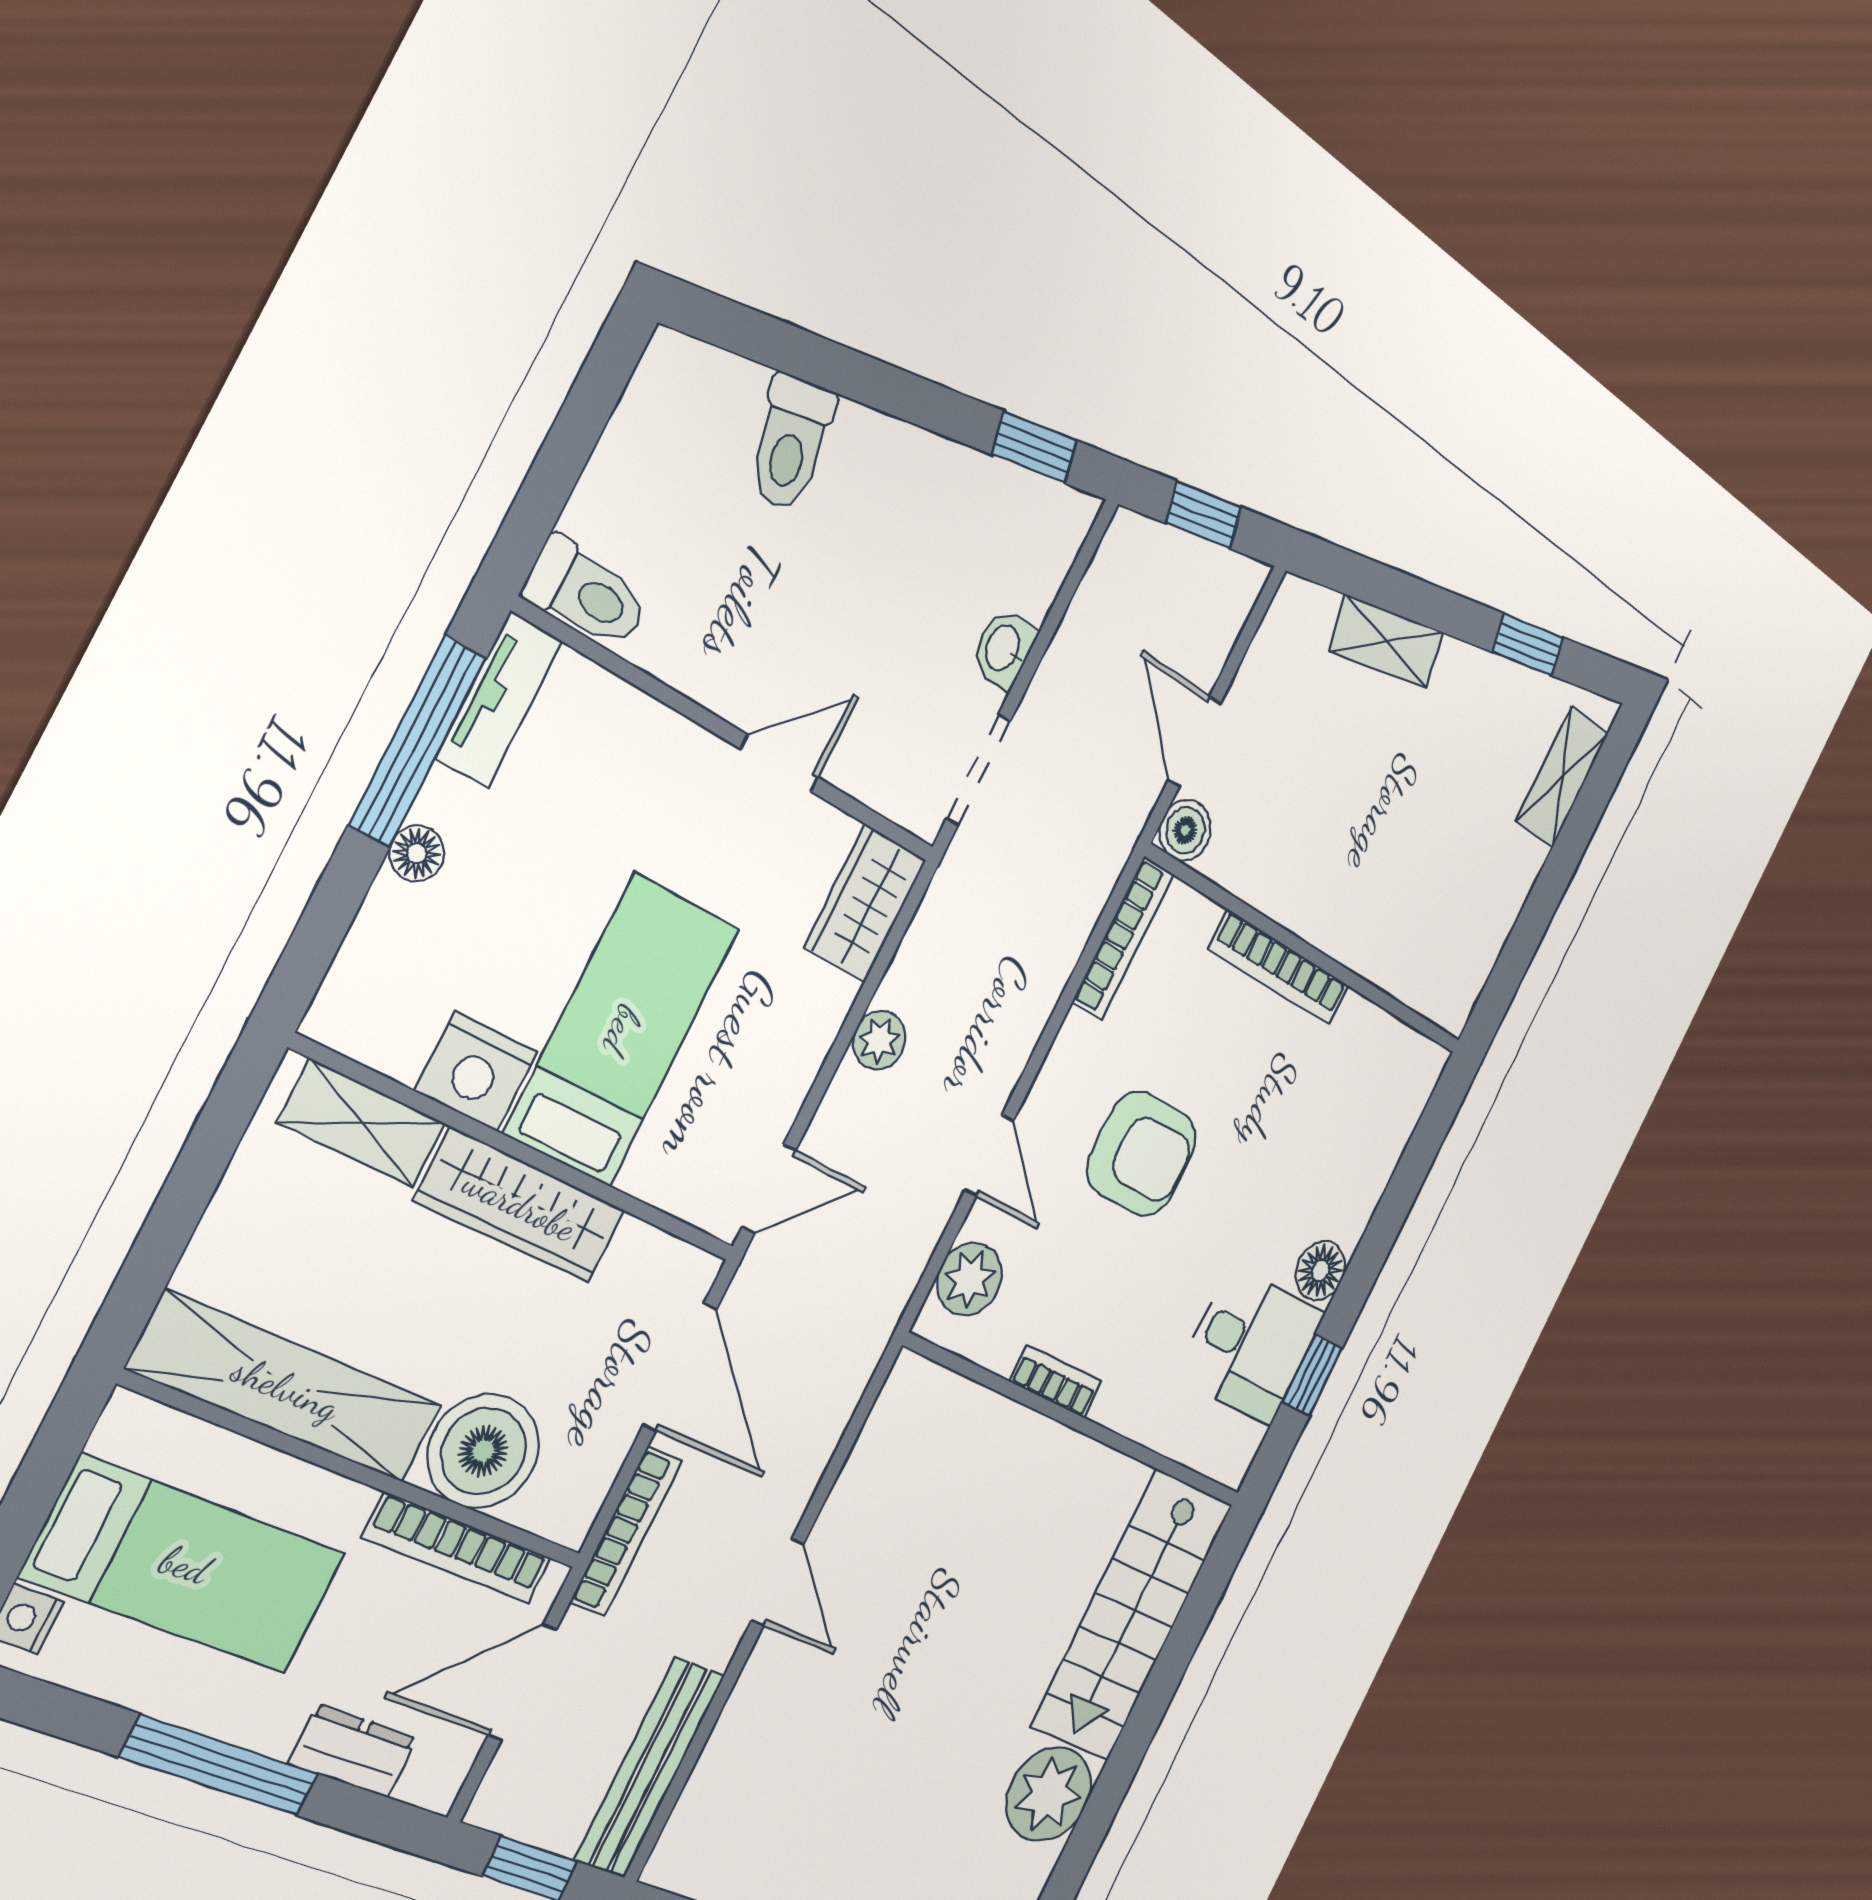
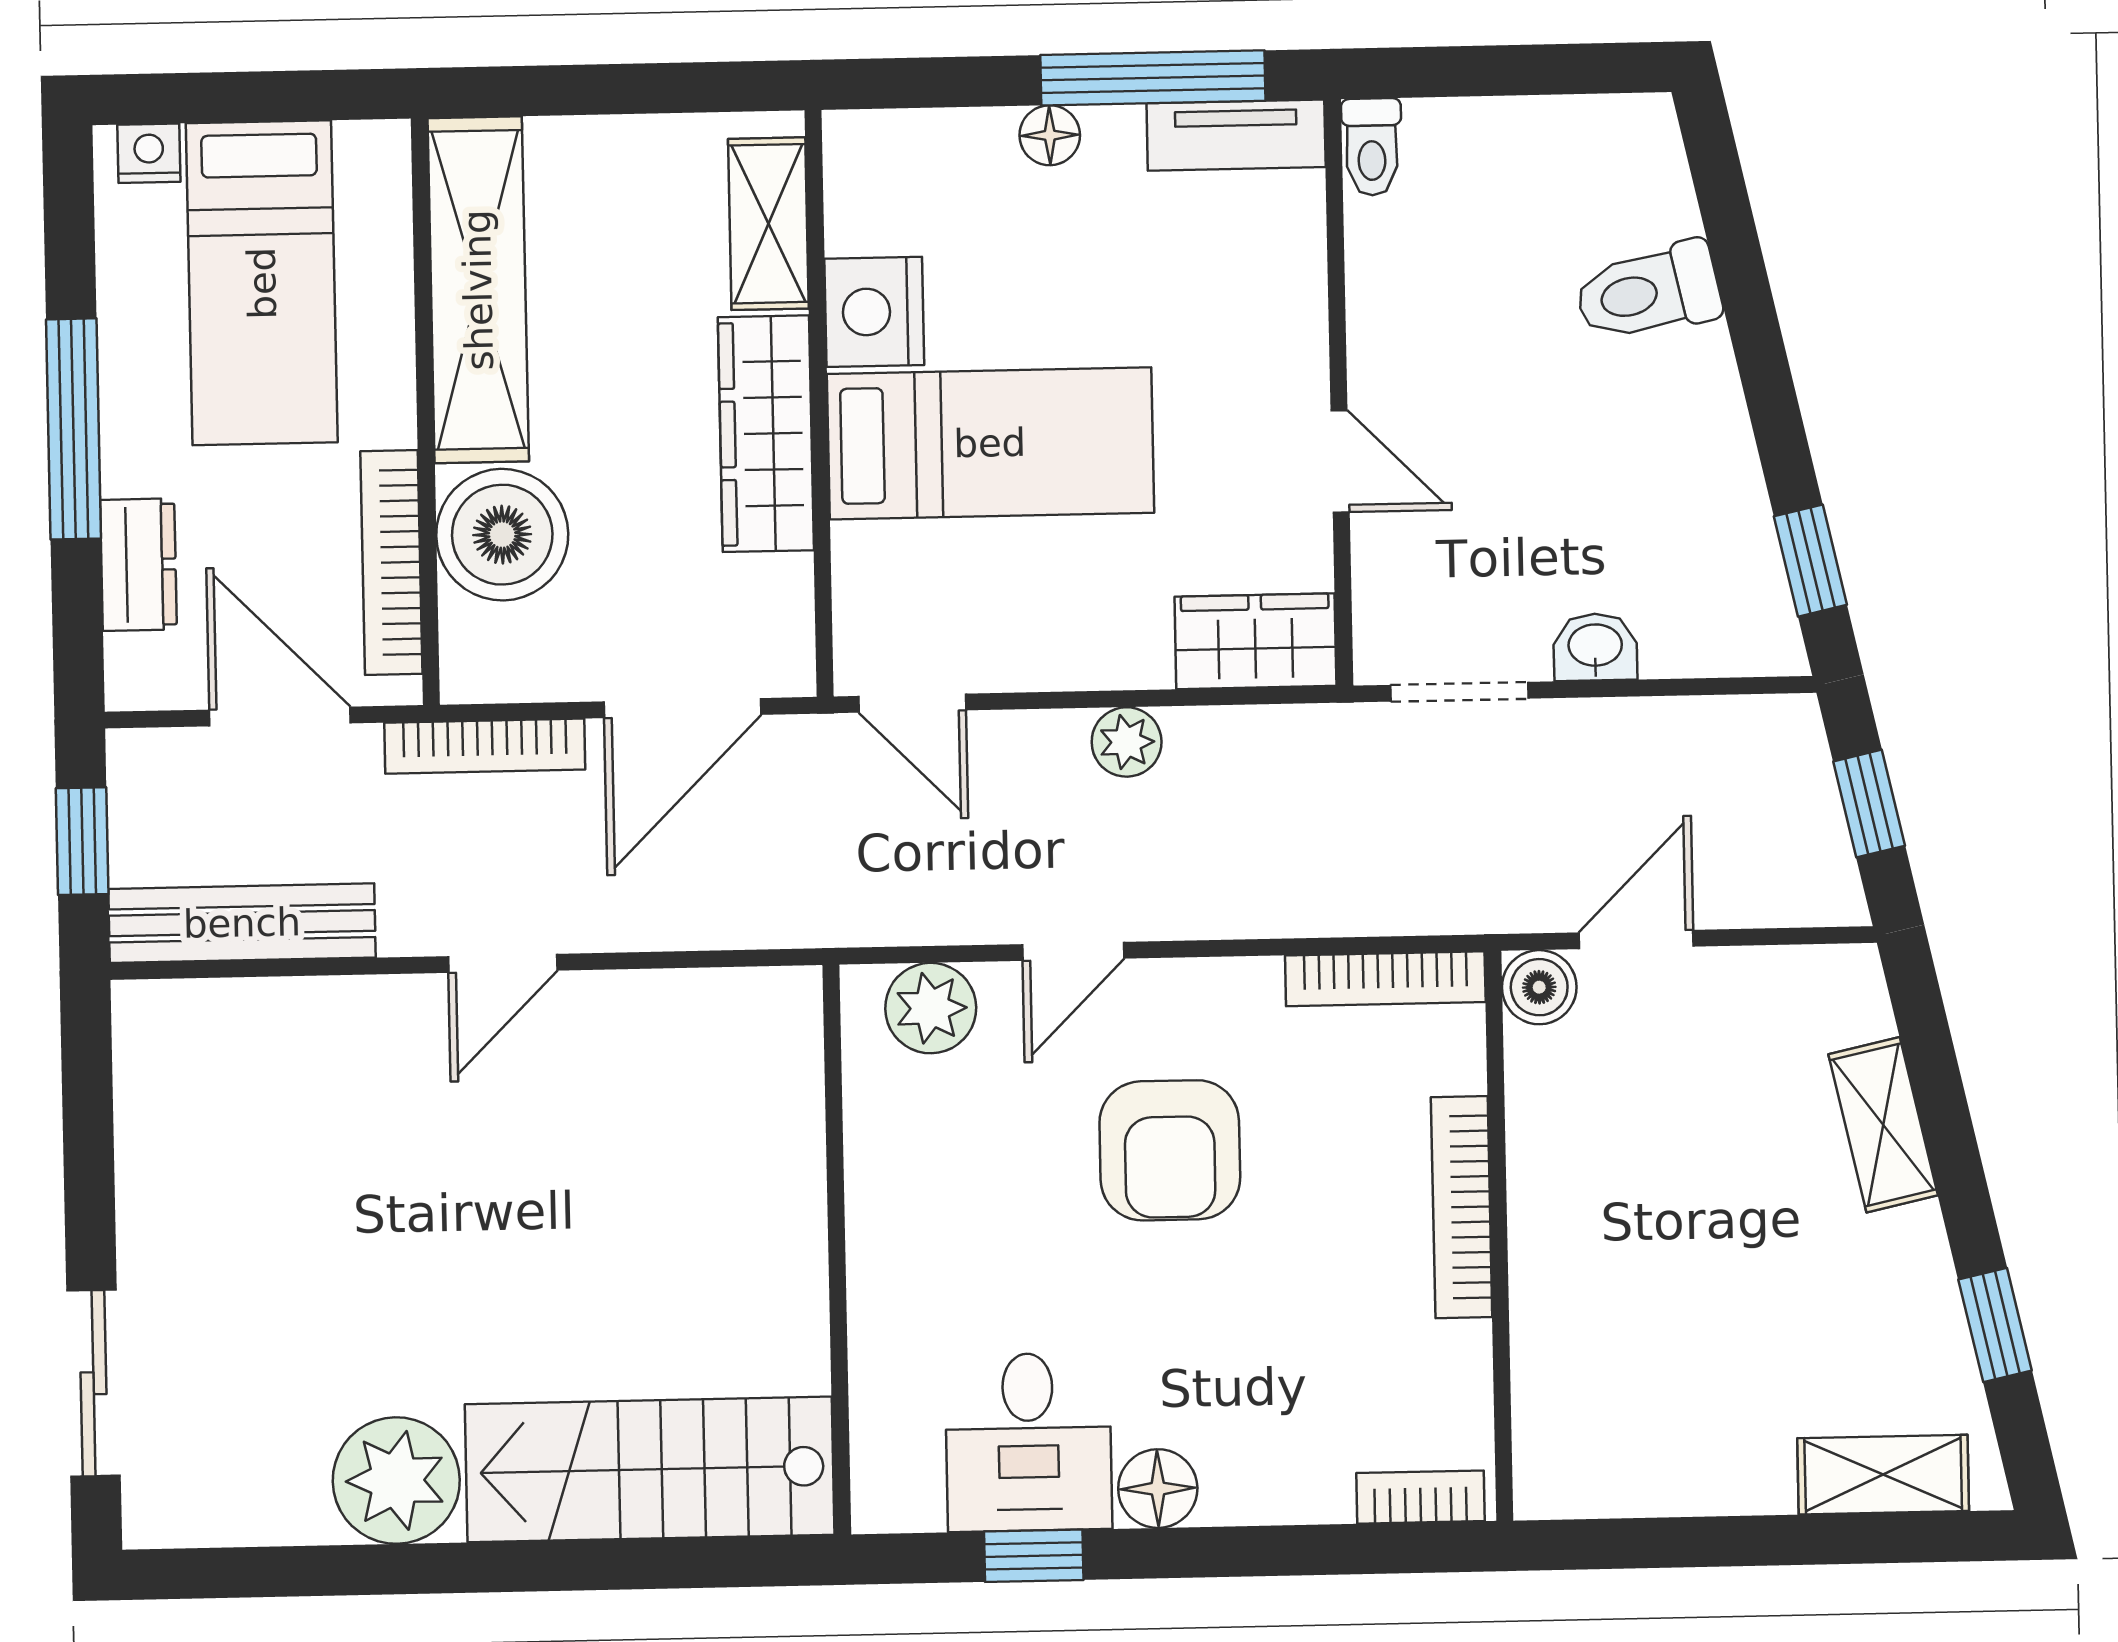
toilet: (586, 594) -> (1372, 147), width x0.73, depth x0.72
bookcase: (1056, 1382) -> (1420, 1497), moved, turned -90

